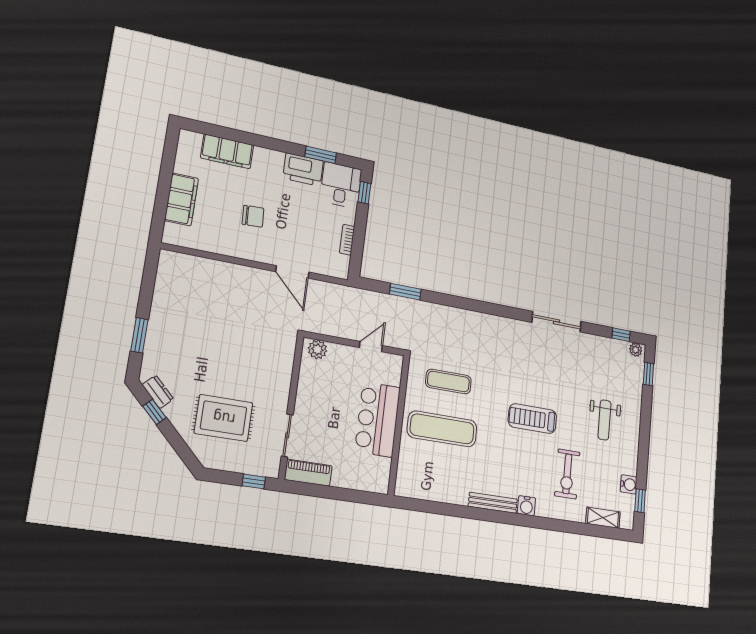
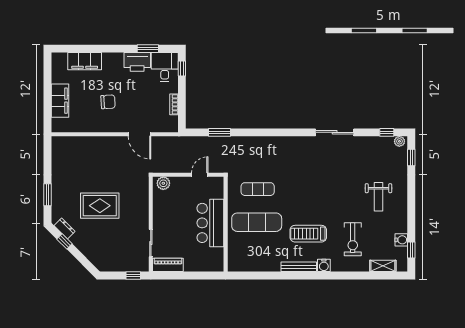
rug: (224, 418) -> (100, 206), moved
treadmill: (532, 419) -> (308, 234), moved

